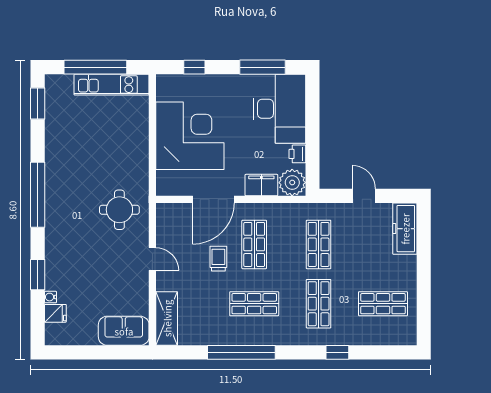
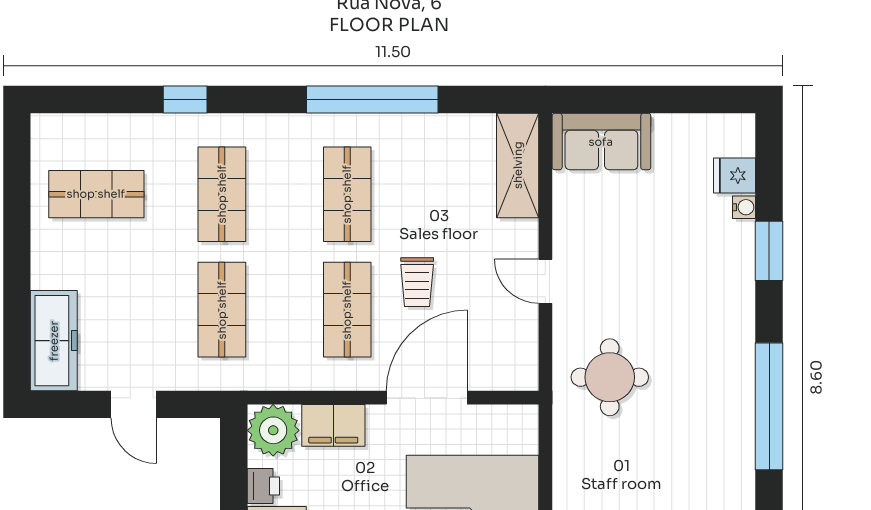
shop shelf: (254, 304) -> (347, 194), turned 90

